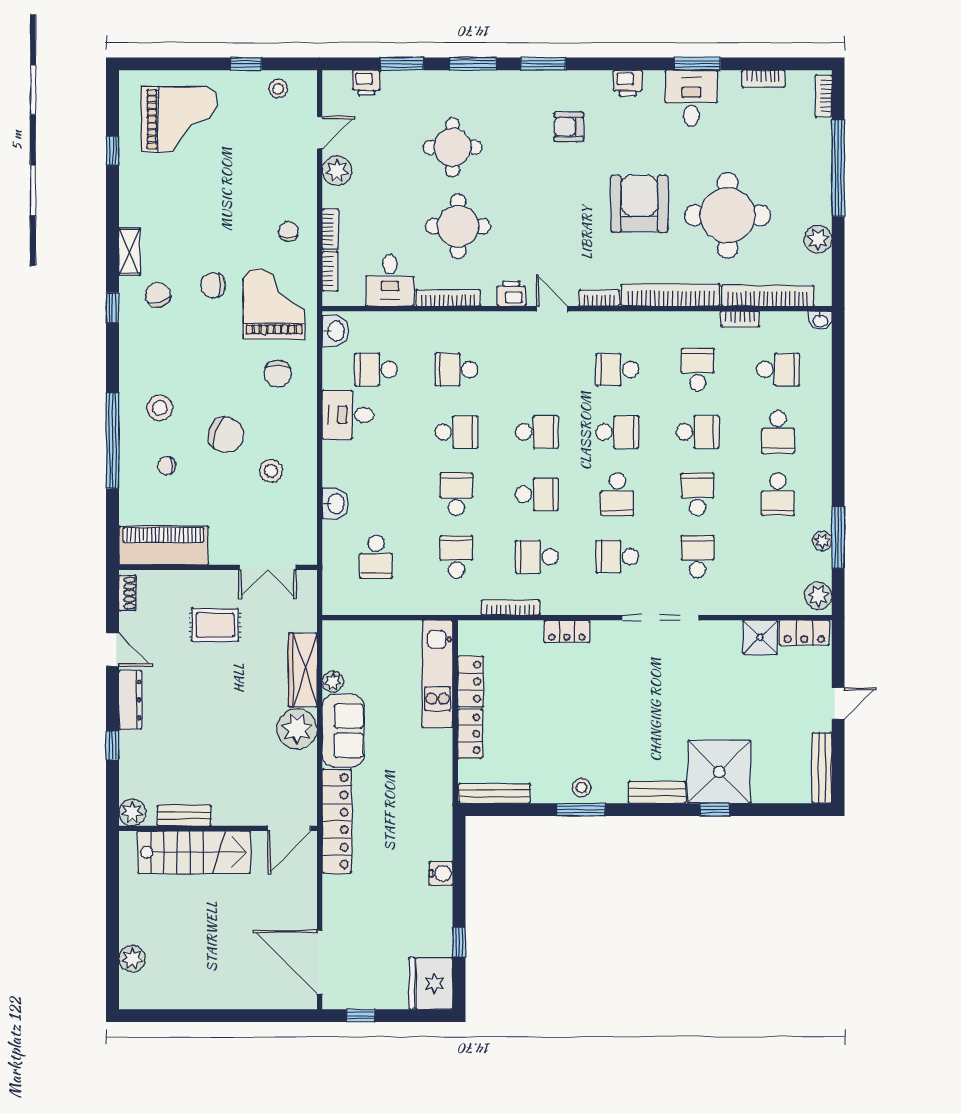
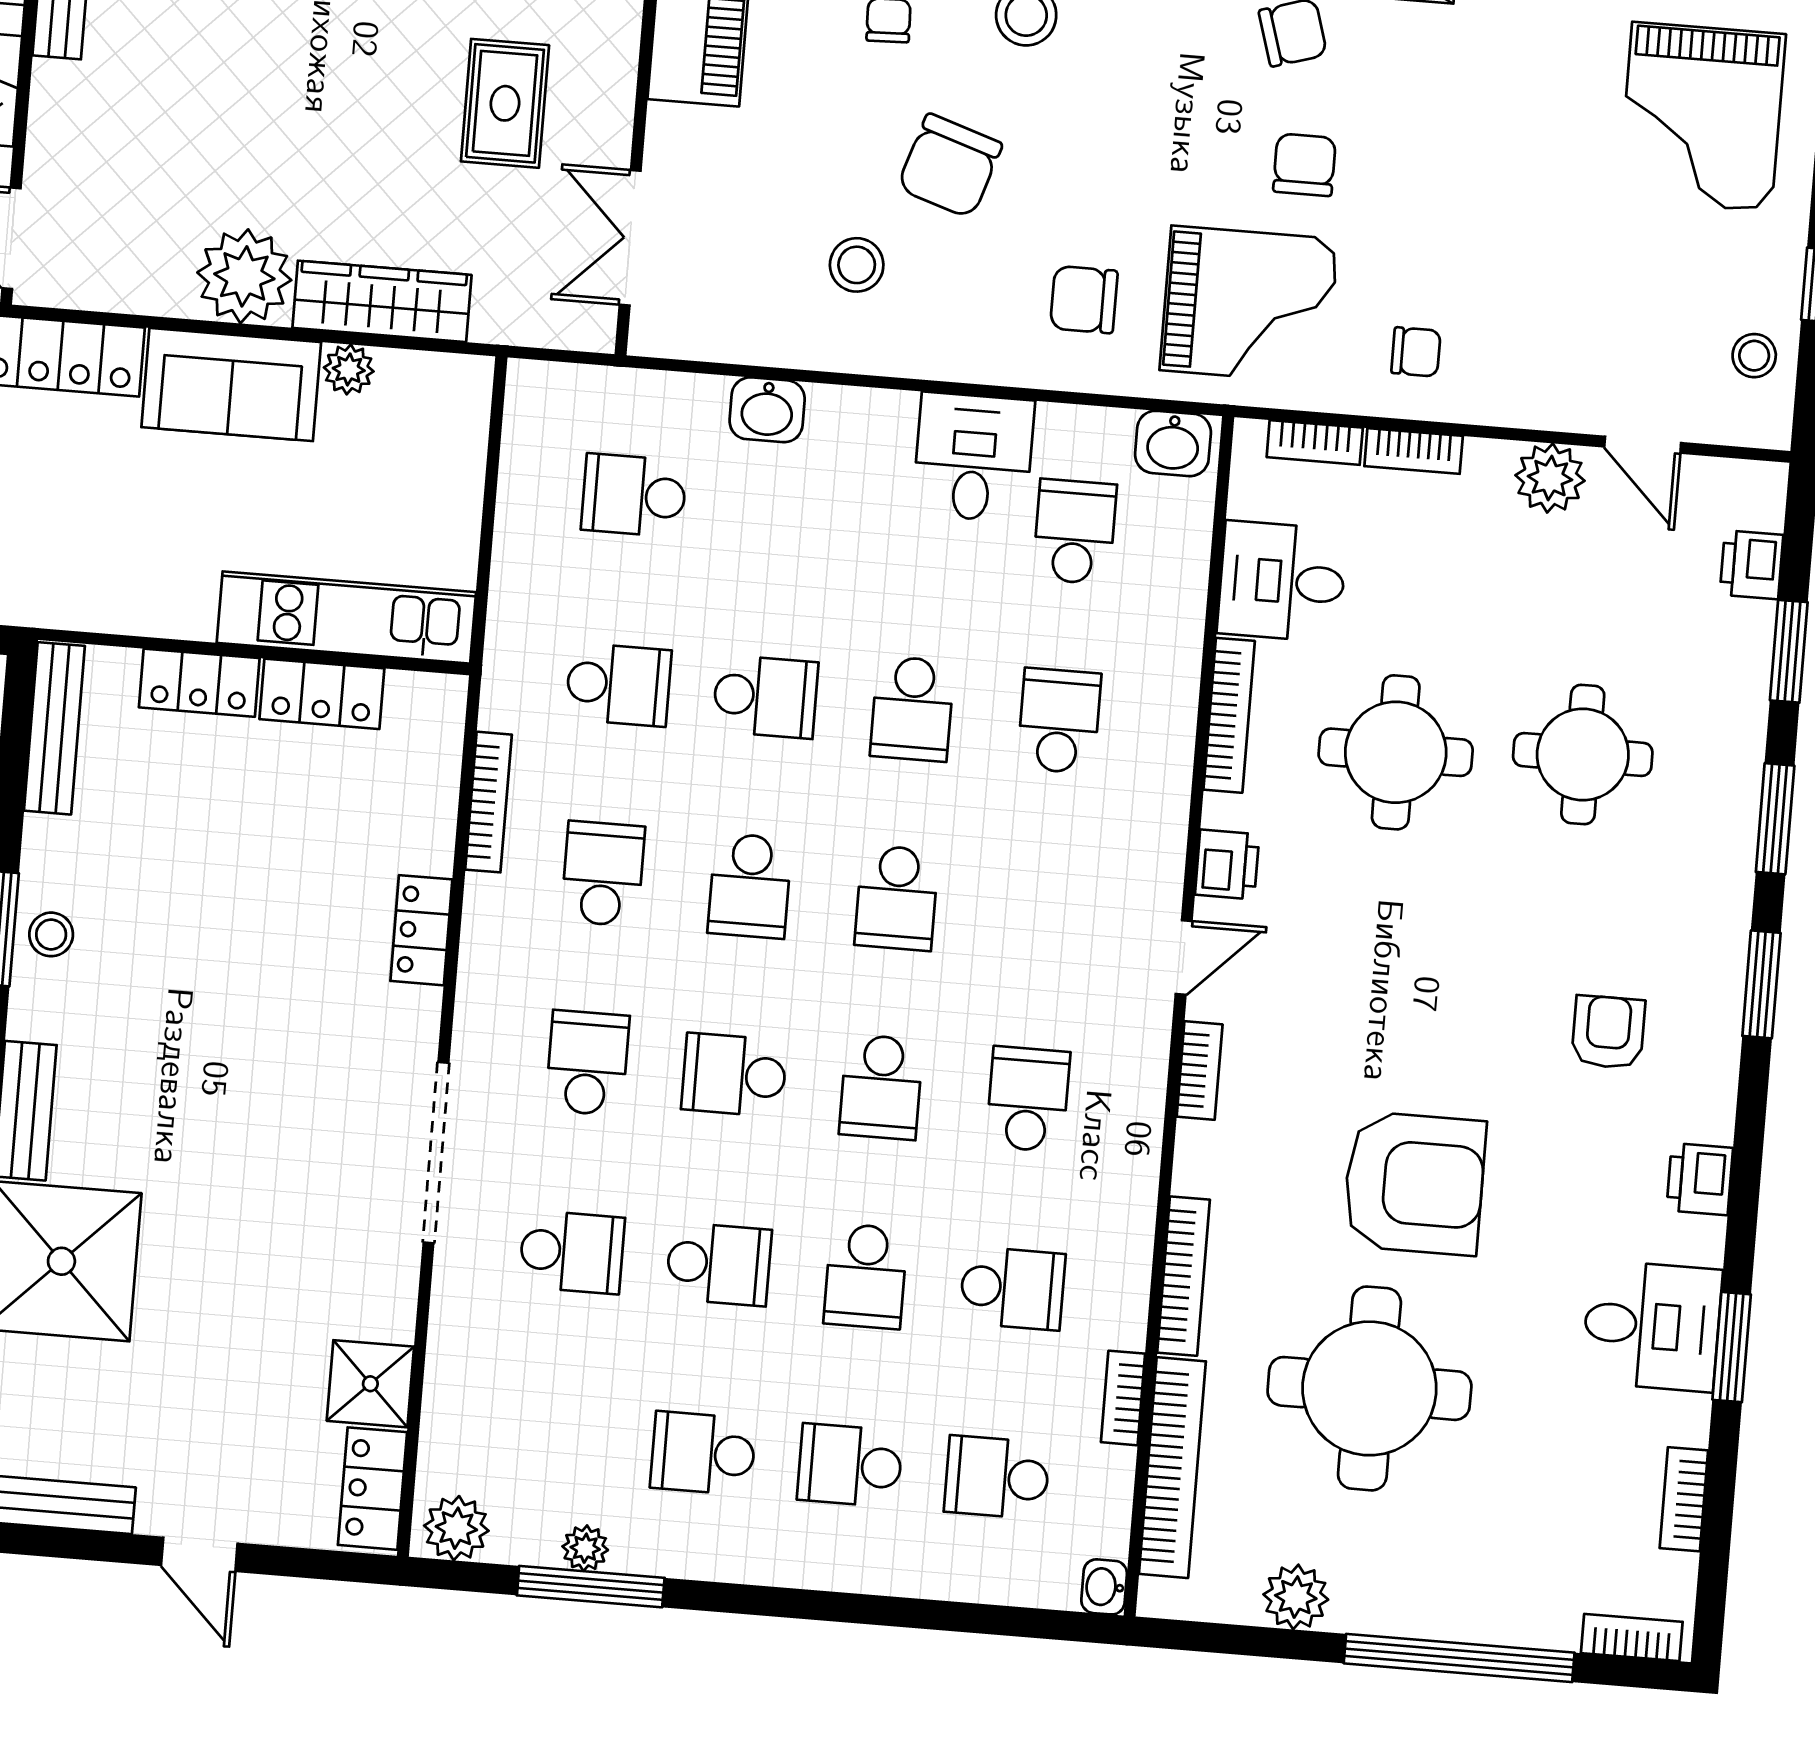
bookcase: (671, 295) -> (1184, 1276), width x0.68, depth x0.76
school desk: (778, 370) -> (997, 1477), turned 90

